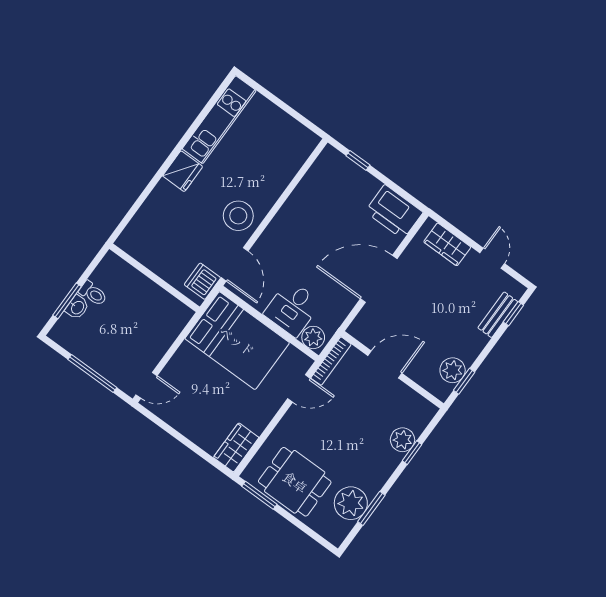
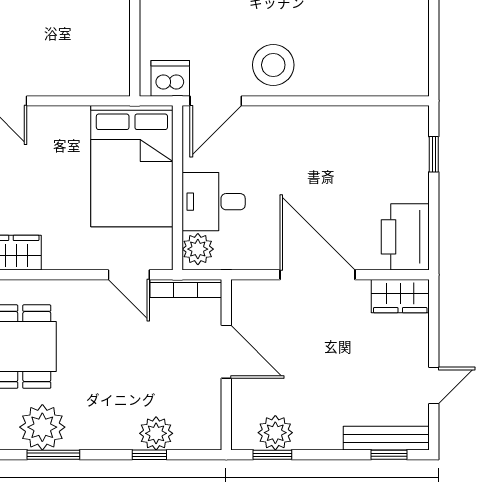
wardrobe: (447, 244) -> (400, 296), moved, turned -90
bench: (498, 315) -> (386, 438), width x1.36

